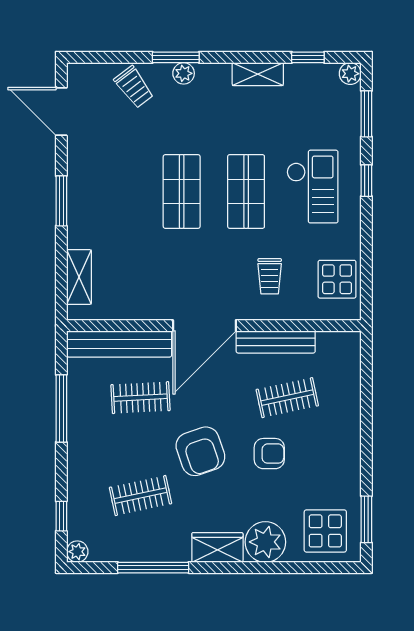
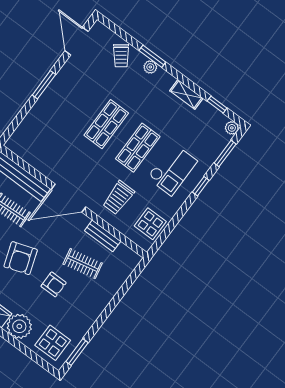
trolley: (270, 276) -> (118, 198), width x1.36, depth x1.39
shelving: (79, 277) -> (25, 129), removed
bench: (276, 342) -> (103, 236), width x0.73

